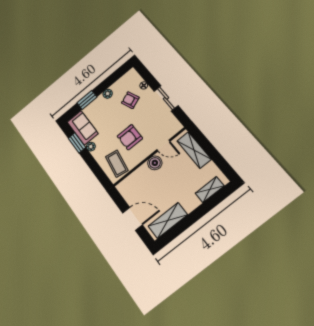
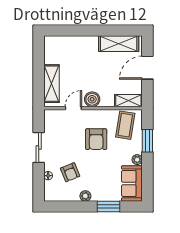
armchair: (130, 137) -> (96, 139), turned 90
window: (77, 143) -> (147, 141), moved
door: (163, 146) -> (73, 108), hinge flipped
shelving: (210, 190) -> (128, 101), moved
door: (132, 219) -> (147, 68), hinge flipped

